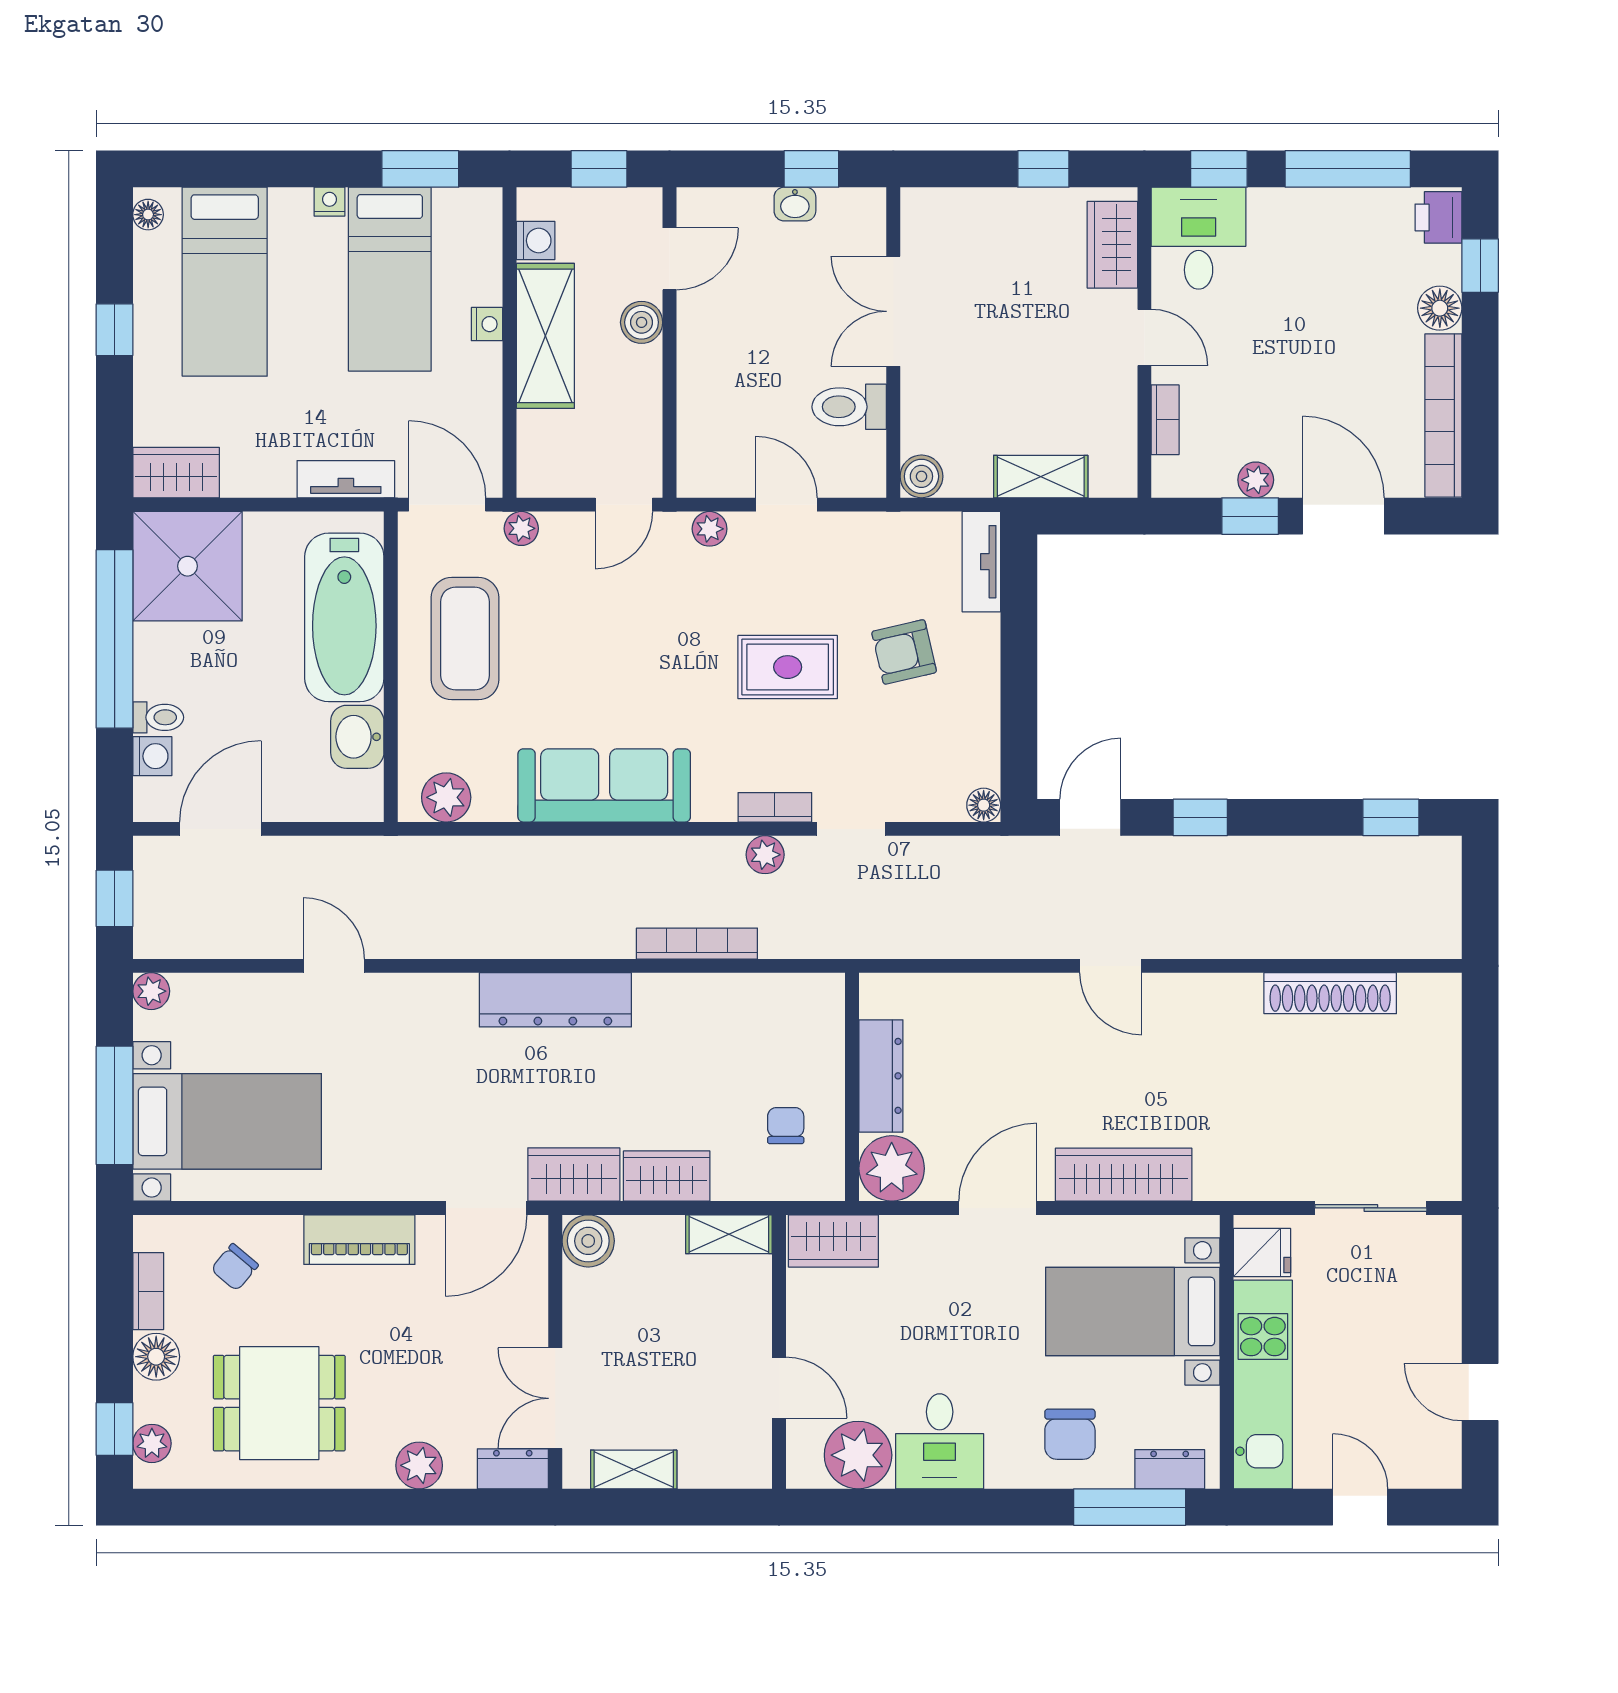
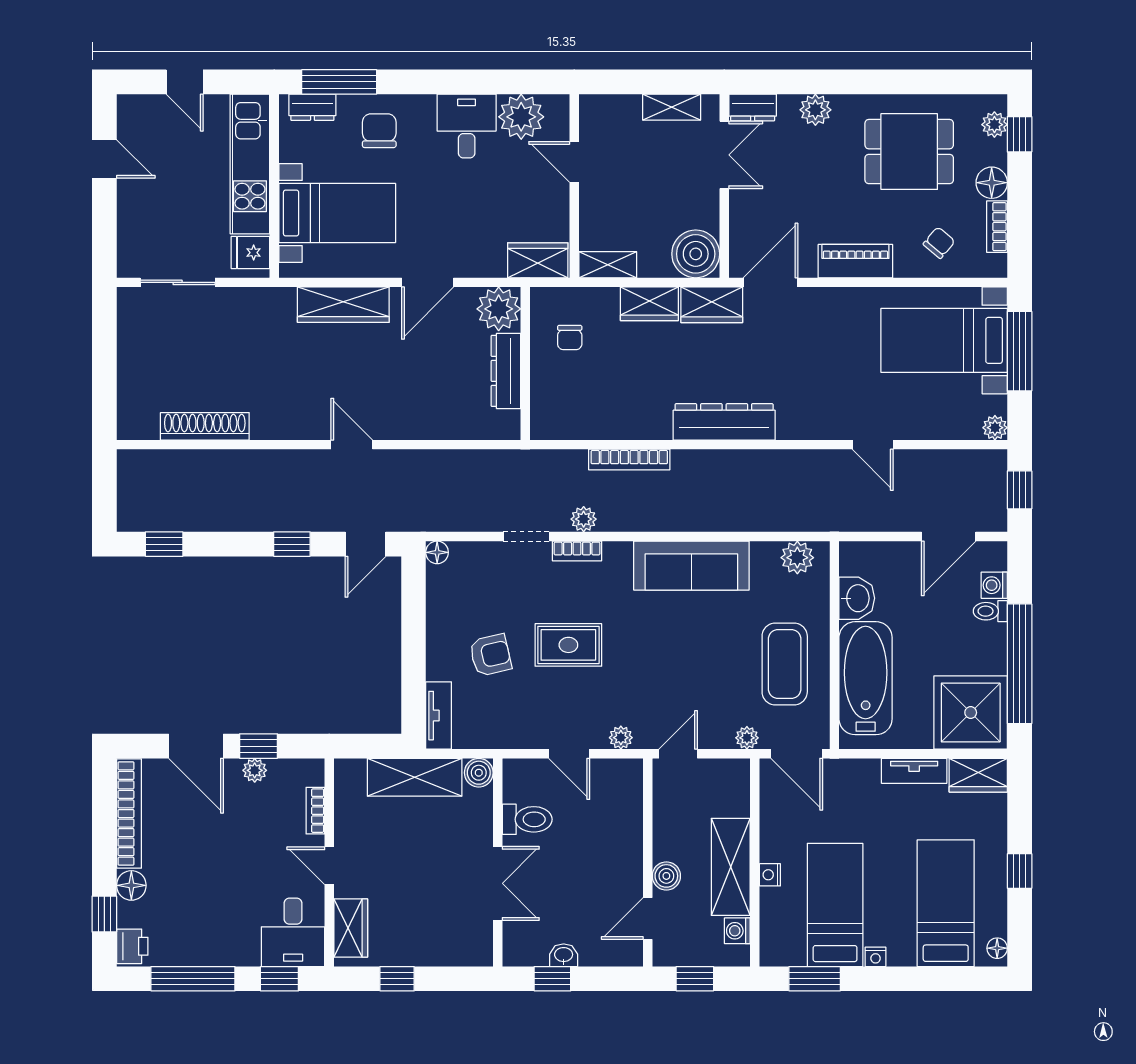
shelving: (1041, 477) -> (415, 777), width x1.50, depth x1.33
tv unit: (346, 479) -> (914, 771), moved
boiler: (588, 1241) -> (696, 254), width x1.37, depth x1.37

